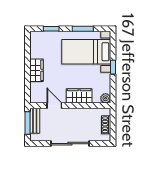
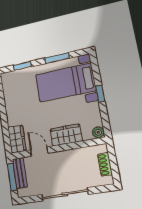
wardrobe: (37, 70) -> (17, 139), moved

